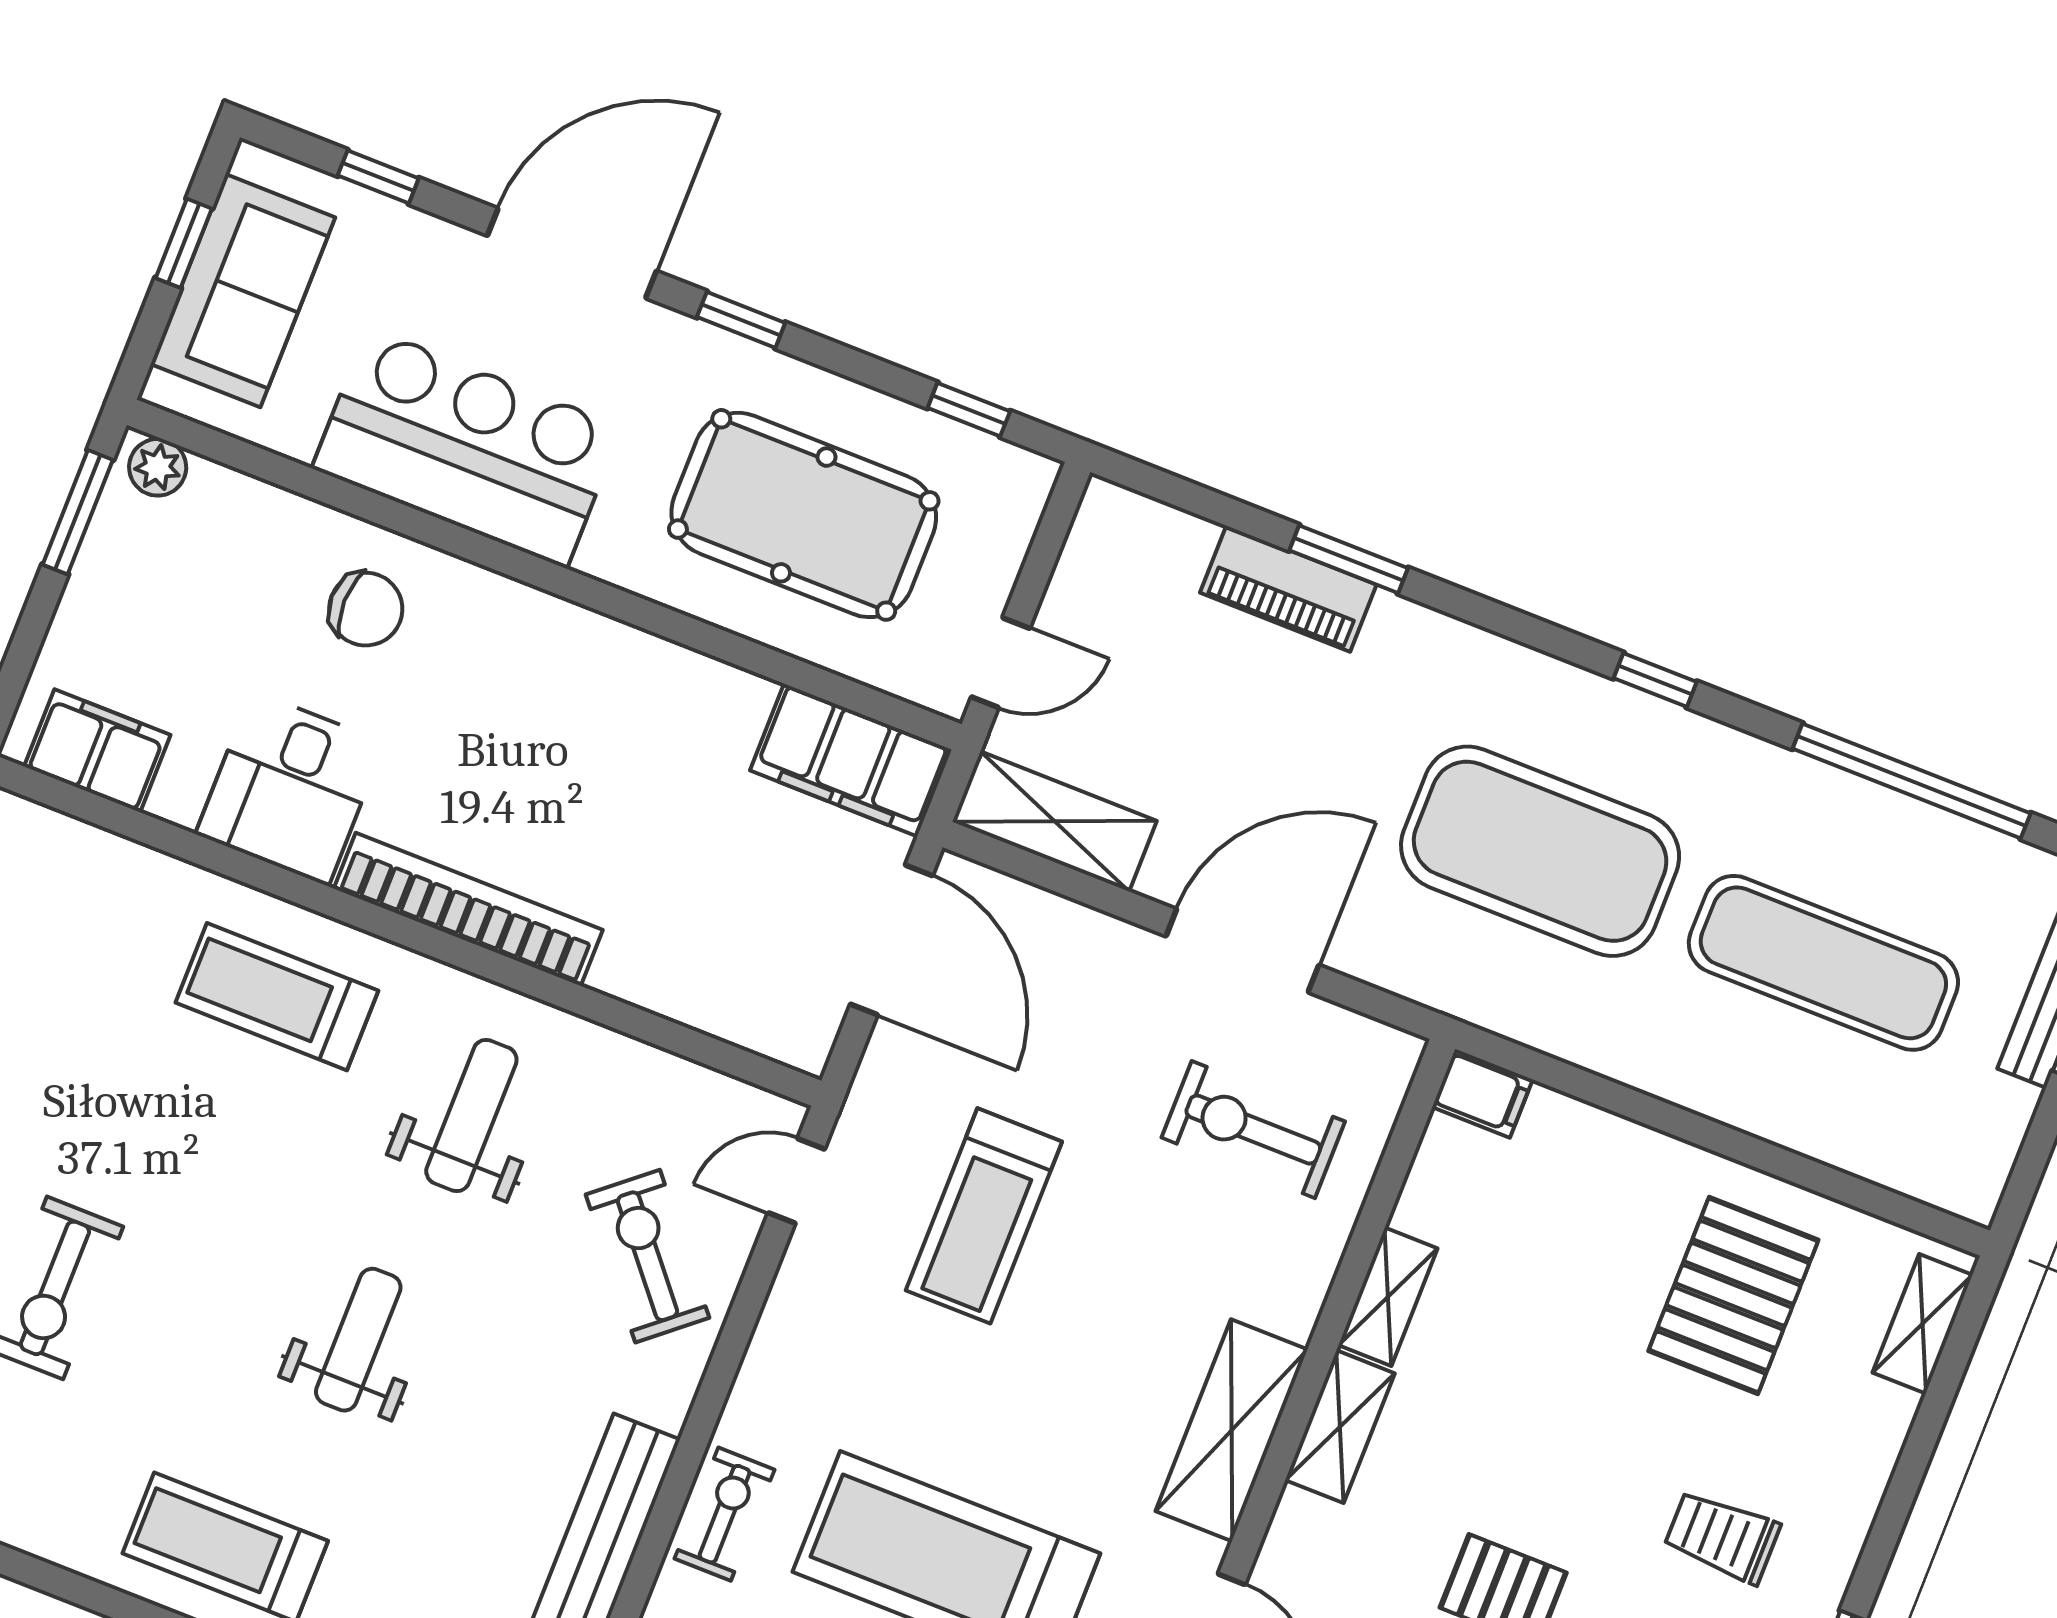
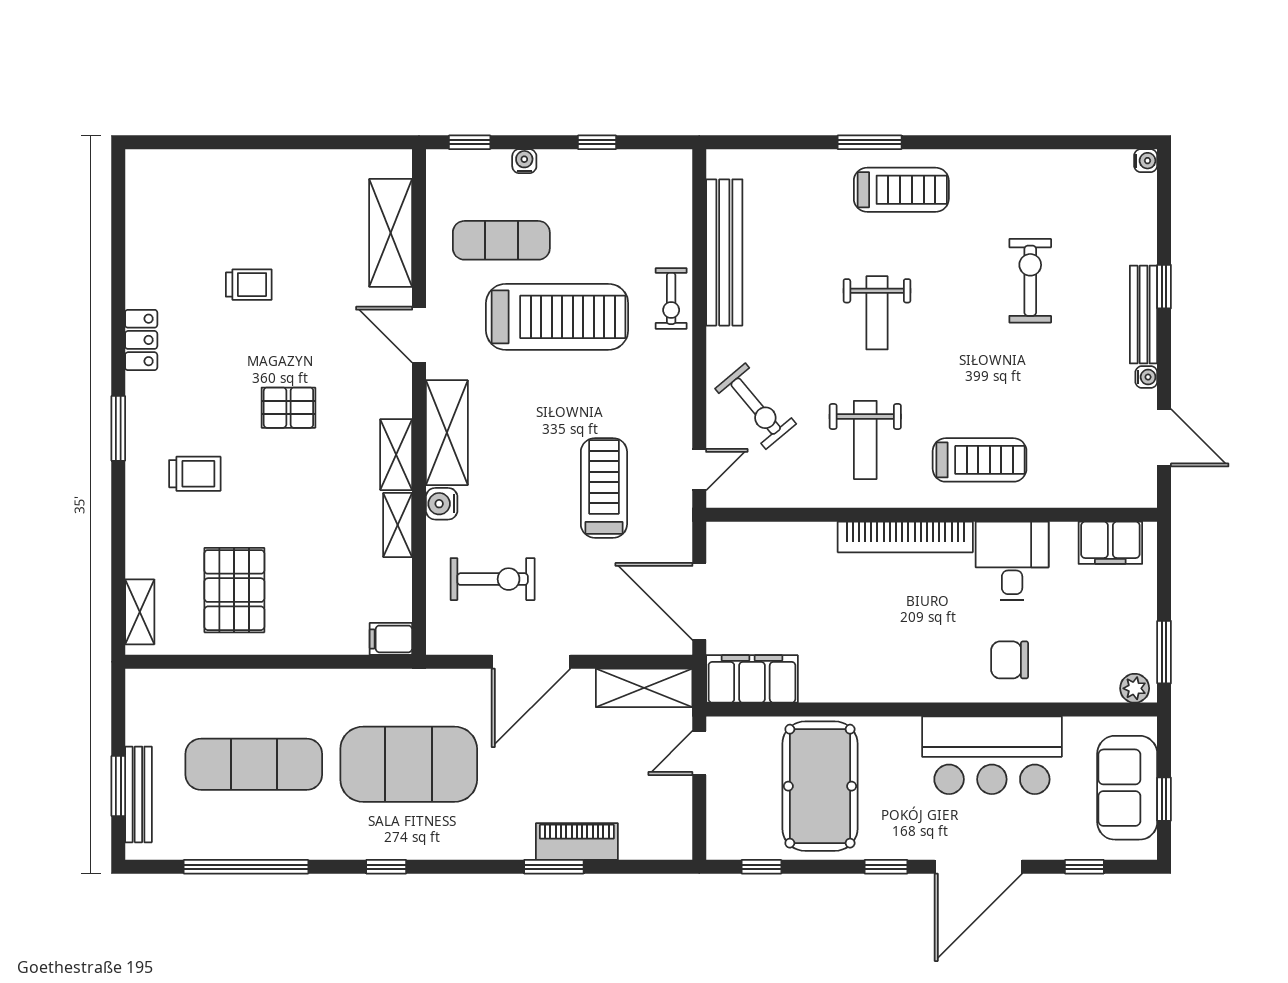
pool table: (804, 515) -> (820, 786), turned 90
water cooler: (1292, 1304) -> (442, 504), added

